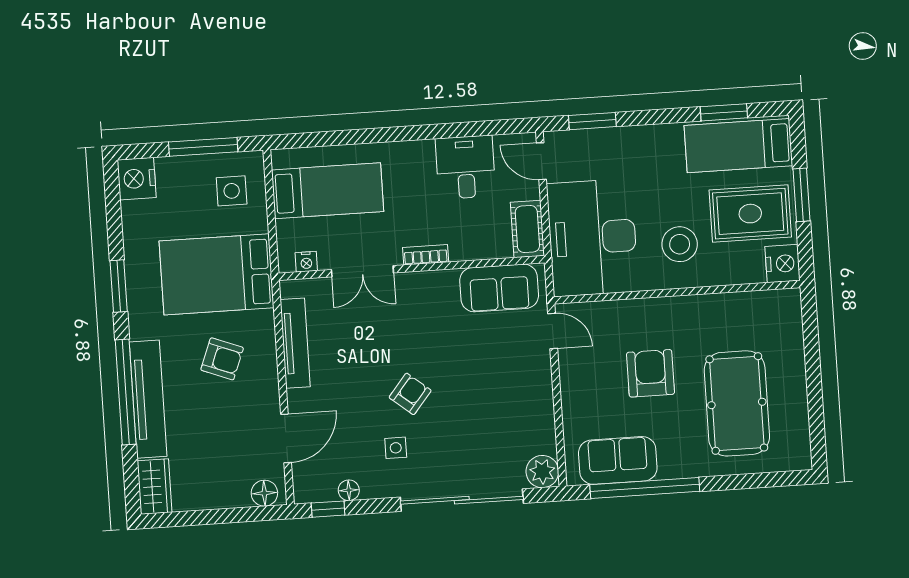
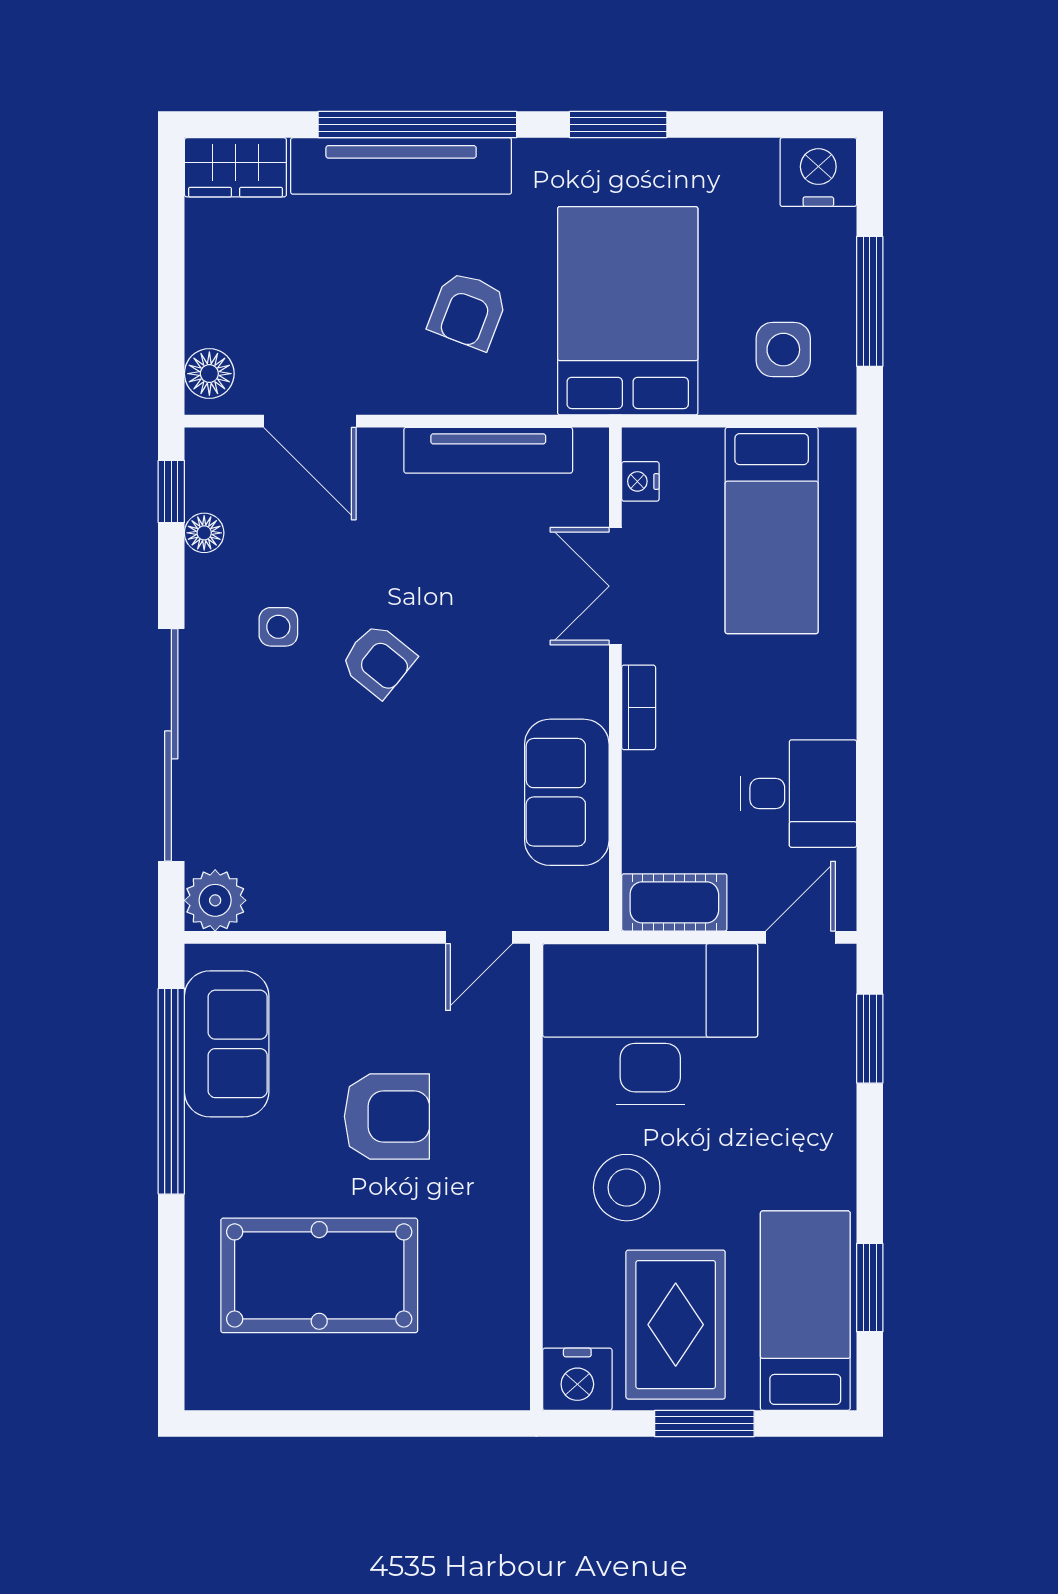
sofa: (499, 288) -> (567, 792), moved

